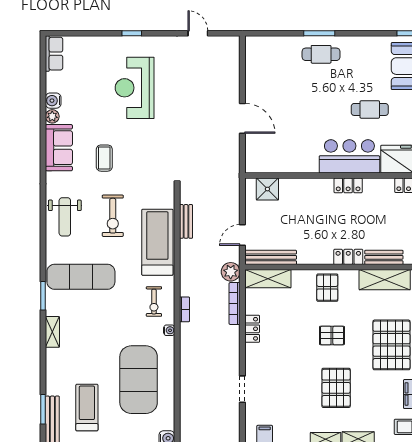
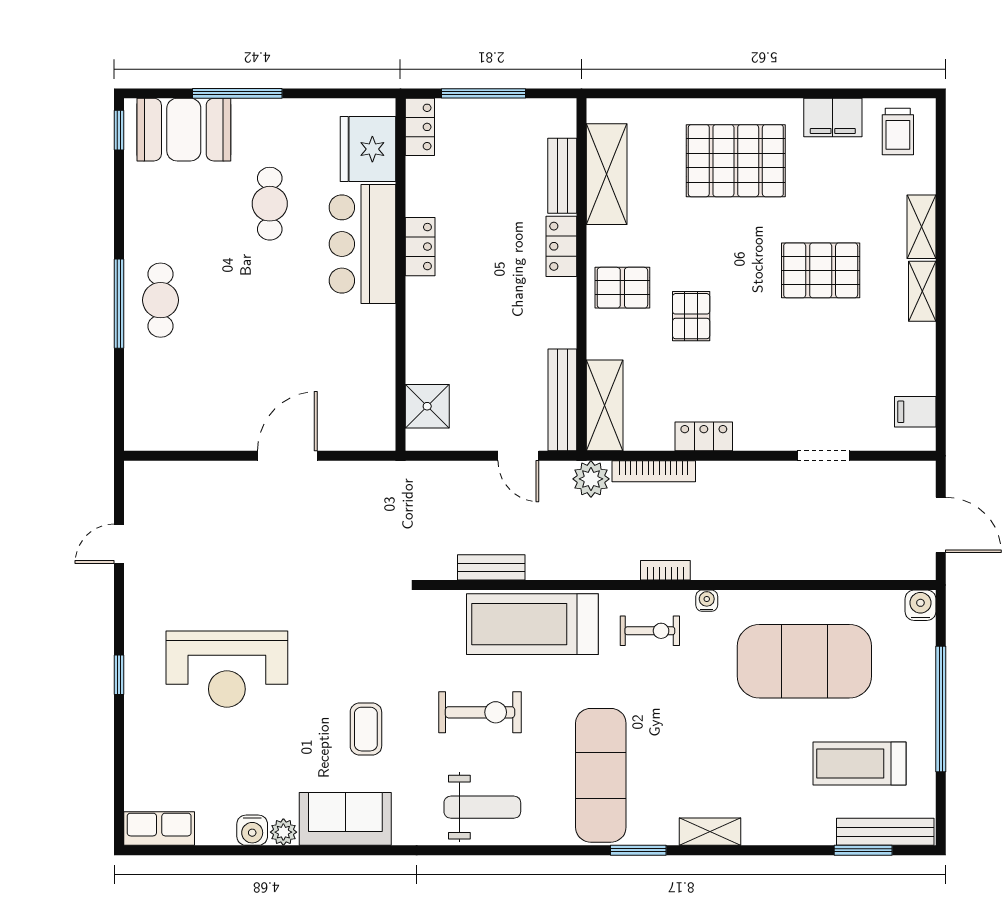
window: (319, 33) -> (119, 304), width x1.44
coffee table: (104, 158) -> (366, 729), turned 90
pallet: (332, 335) -> (691, 316), moved

